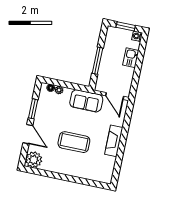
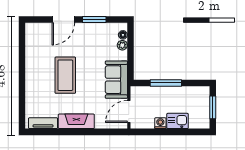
washing machine: (137, 36) -> (160, 123), moved
plant: (34, 160) -> (35, 33), removed
tv unit: (110, 169) -> (43, 123), added

